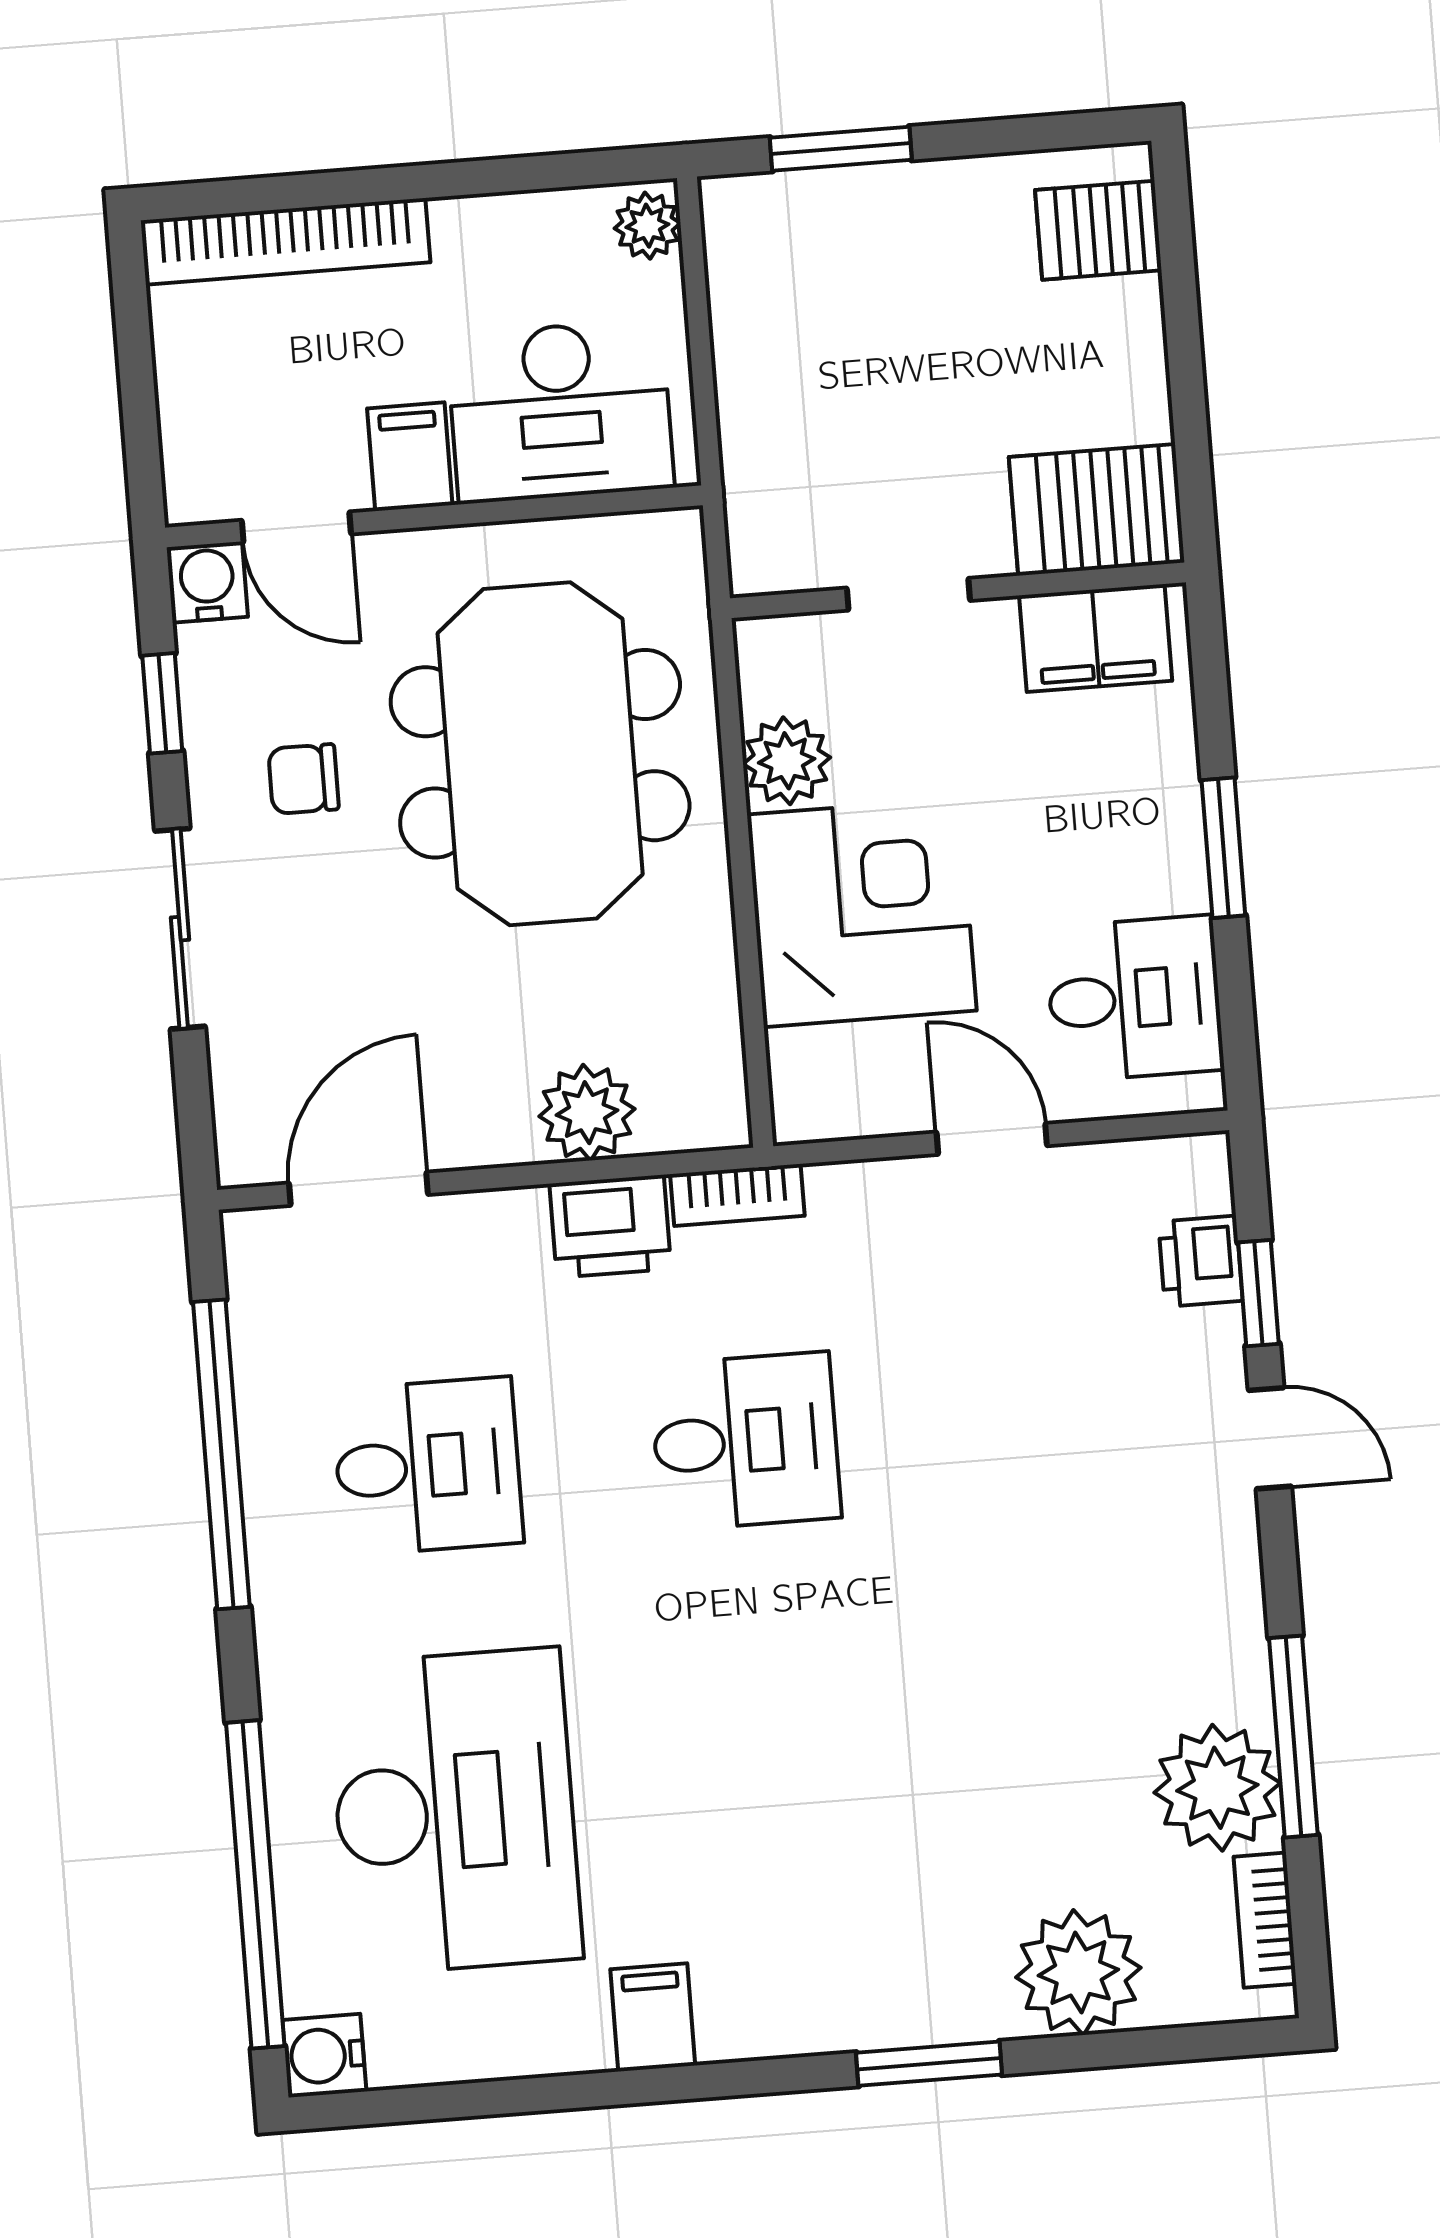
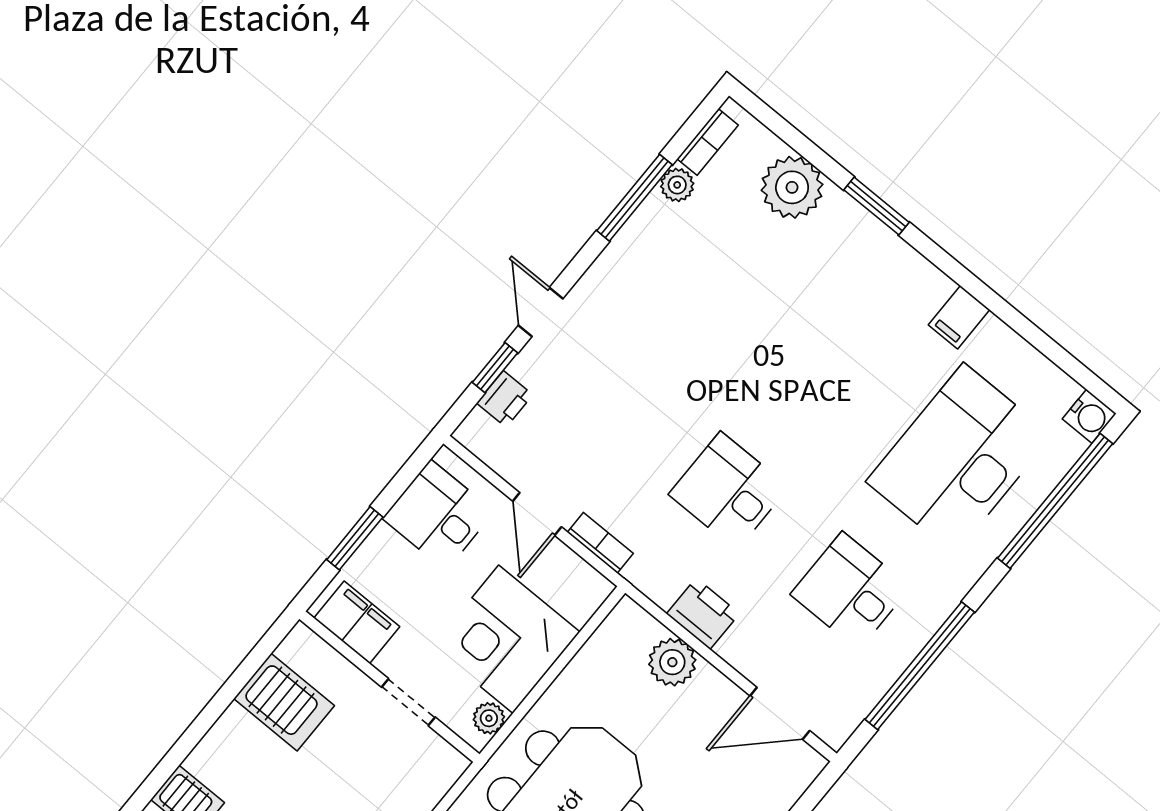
wall: (958, 590) -> (389, 687), moved
doorway: (908, 594) -> (408, 702), moved
filing cabinet: (1096, 638) -> (357, 622), moved
plant: (787, 761) -> (489, 718), width x0.73, depth x0.73
bookcase: (737, 1195) -> (600, 543), moved
plant: (1217, 1788) -> (677, 185), width x0.53, depth x0.53

